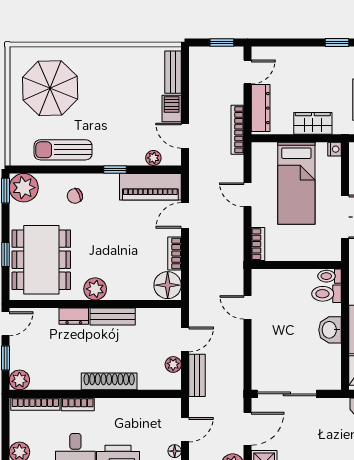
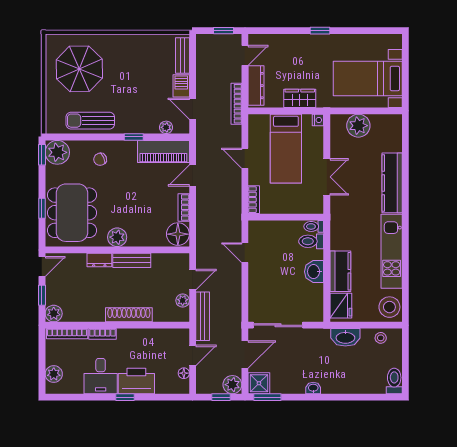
bench: (197, 375) -> (203, 316), width x1.36

